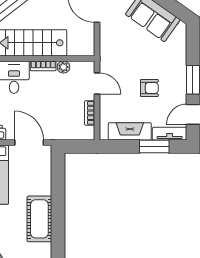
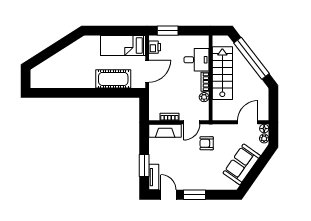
armchair: (149, 88) -> (207, 143), moved, turned 90
fireplace: (130, 131) -> (165, 131), moved, turned 90
cot: (39, 219) -> (113, 79), moved

